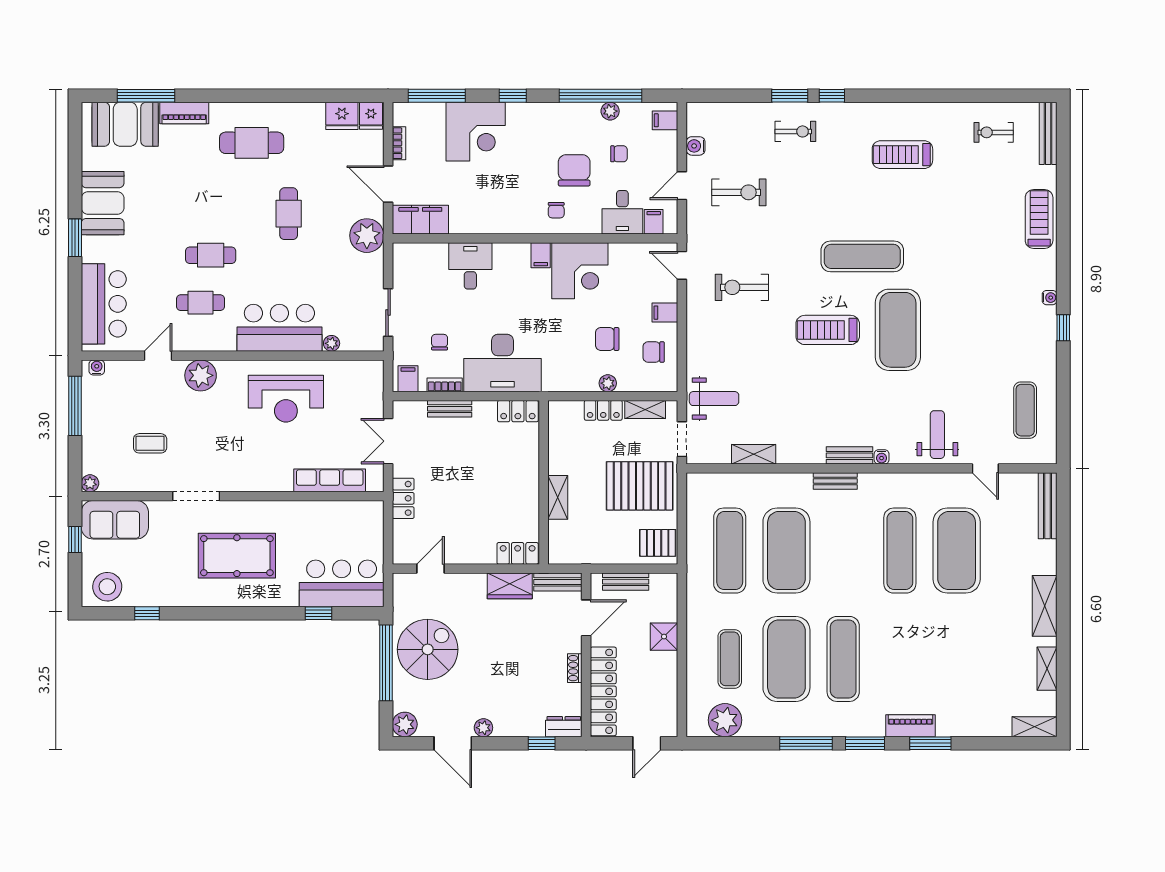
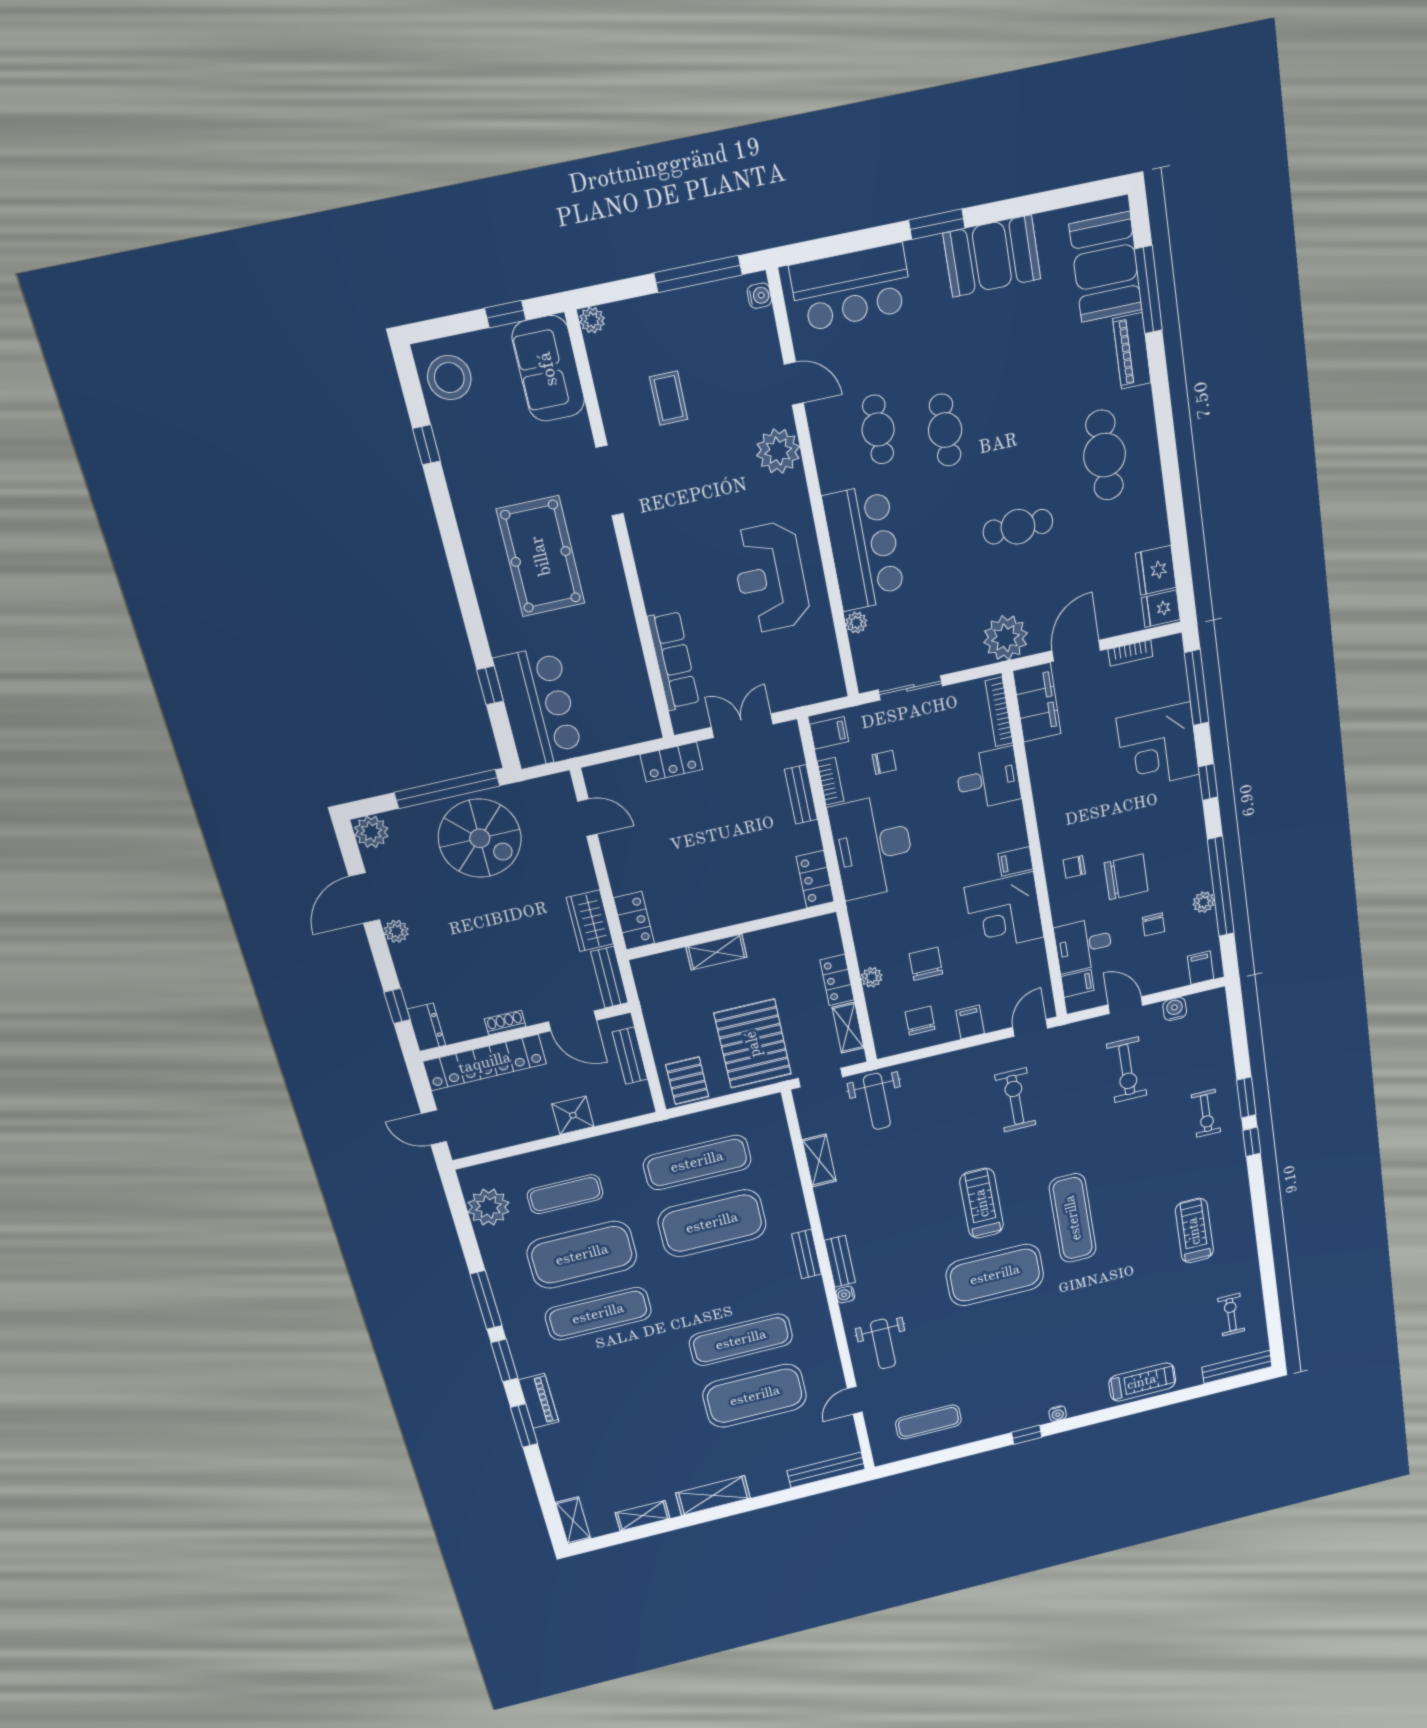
bookcase: (421, 249) -> (999, 712), added
weight bench: (937, 435) -> (883, 1344), turned 90

